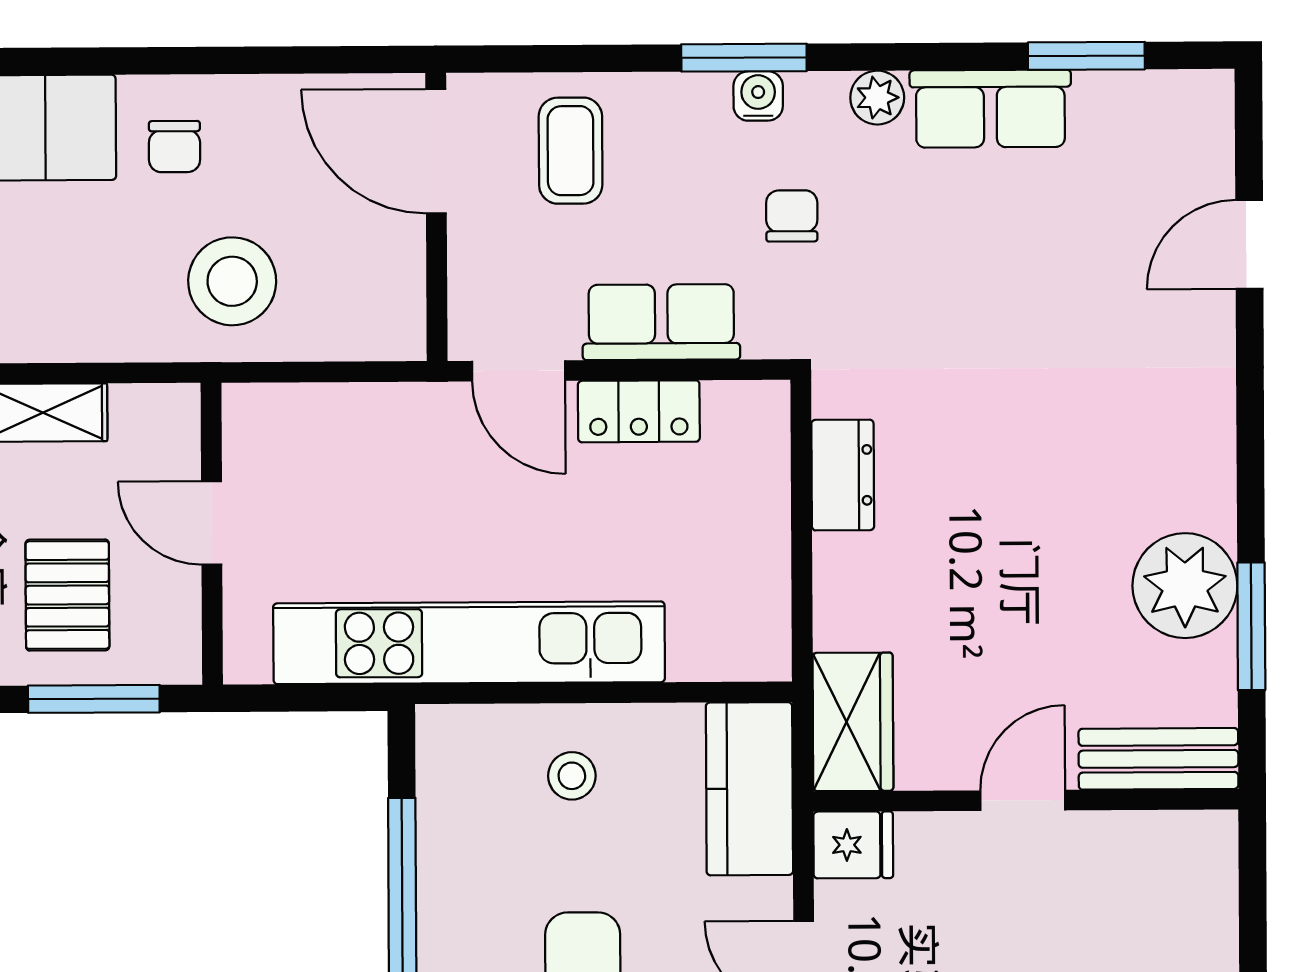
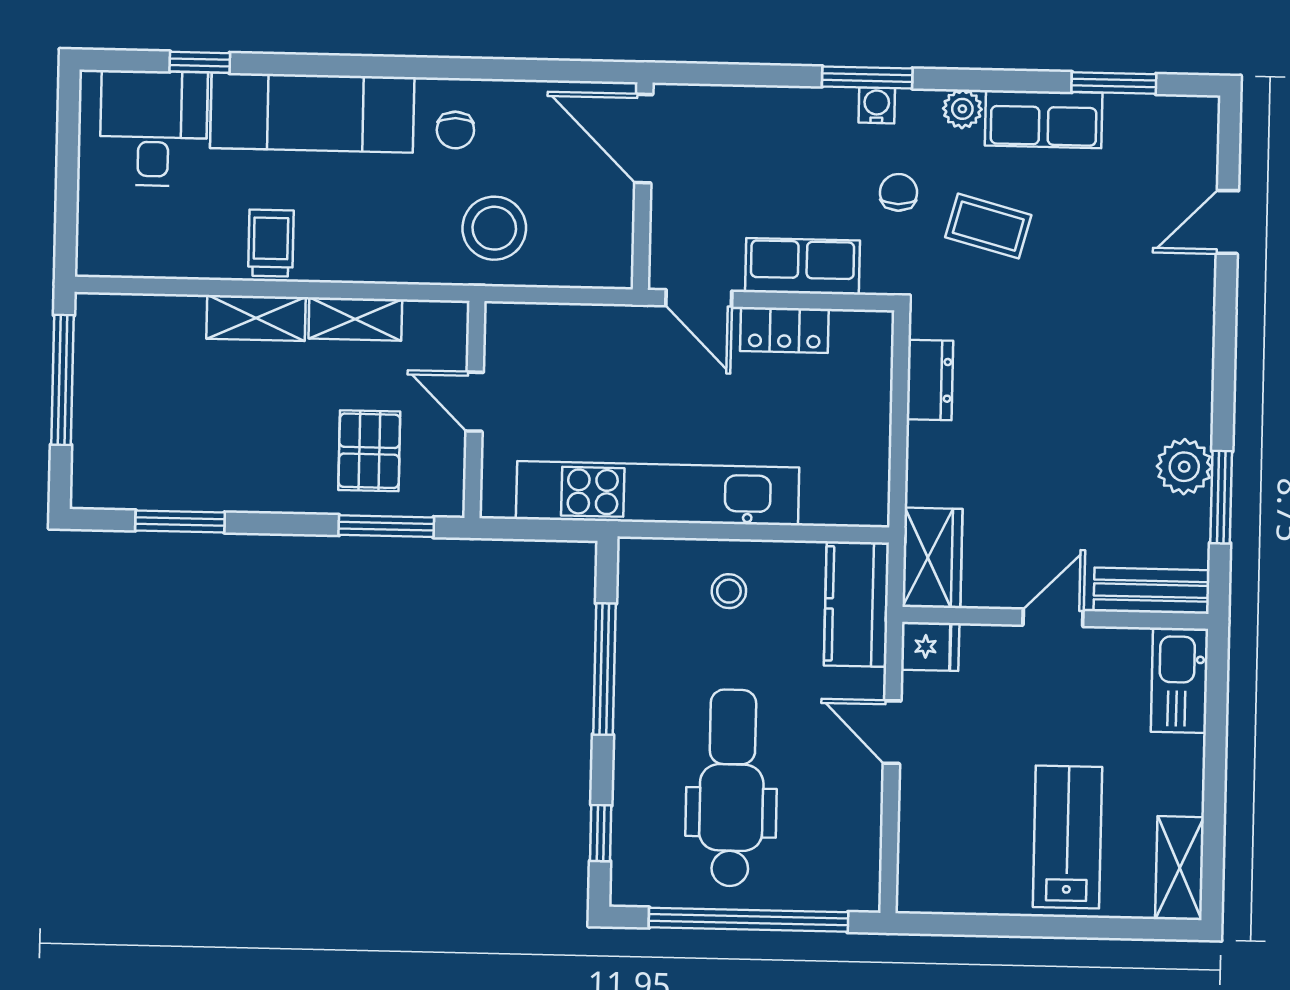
coffee table: (571, 151) -> (988, 226), moved, turned -75
plant: (1185, 586) -> (1184, 467), width x0.73, depth x0.73
kitchen sink: (1201, 882) -> (1180, 680), added

